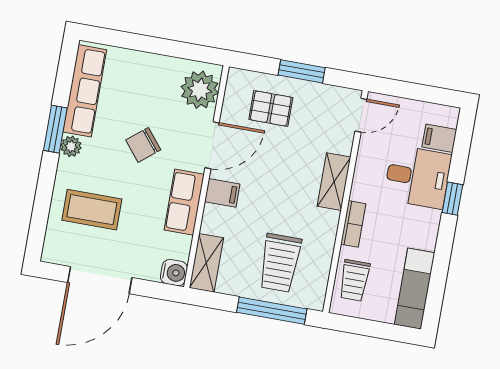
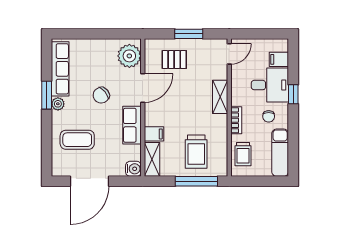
filing cabinet: (222, 193) -> (154, 134), moved
chair: (407, 227) -> (269, 116), added

